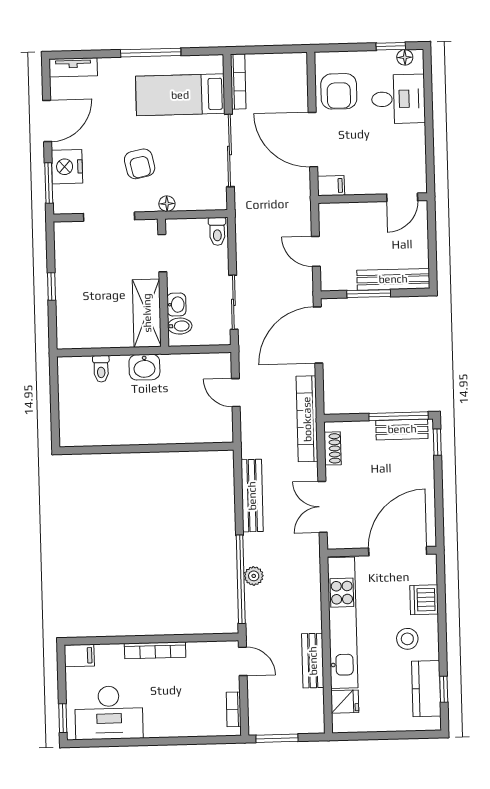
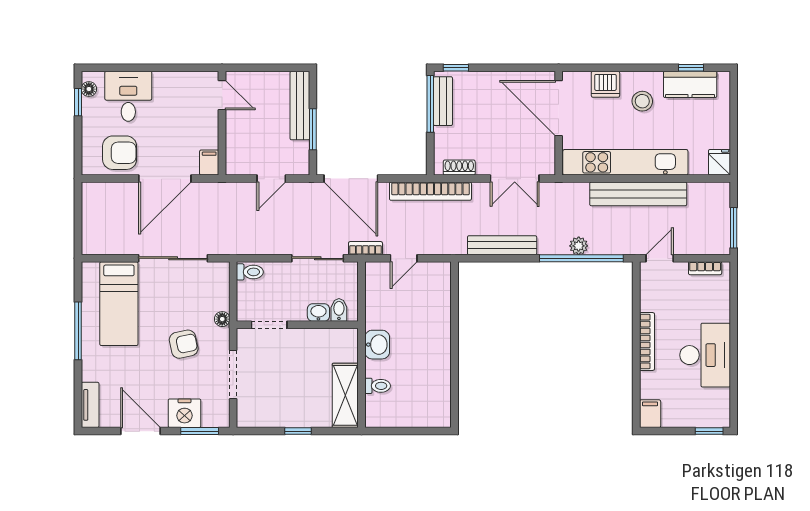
bookcase: (238, 81) -> (365, 248), moved, width x0.64
shelving: (147, 313) -> (345, 395), moved, turned 90
bench: (313, 661) -> (638, 194), width x1.86, depth x1.21
fridge: (345, 702) -> (719, 162), moved
desk: (109, 713) -> (705, 355), moved

